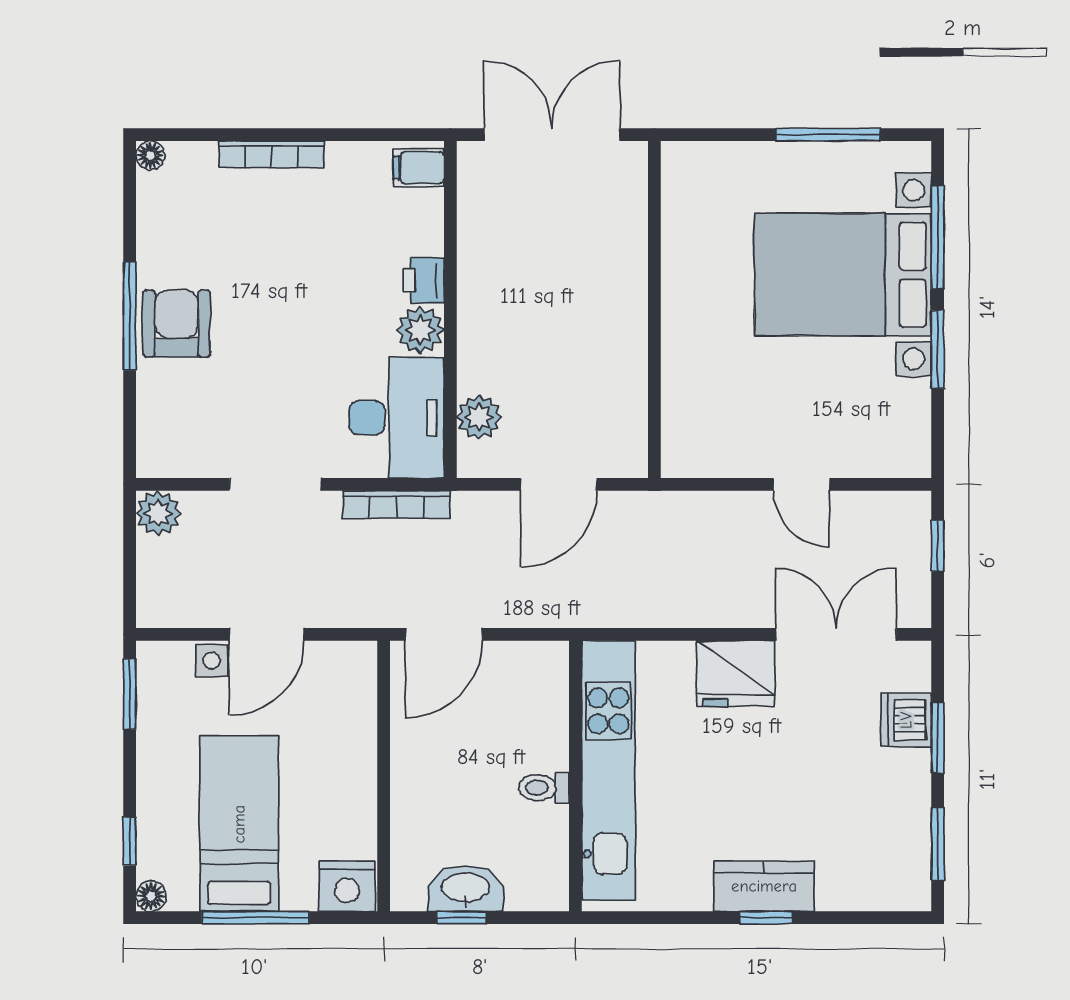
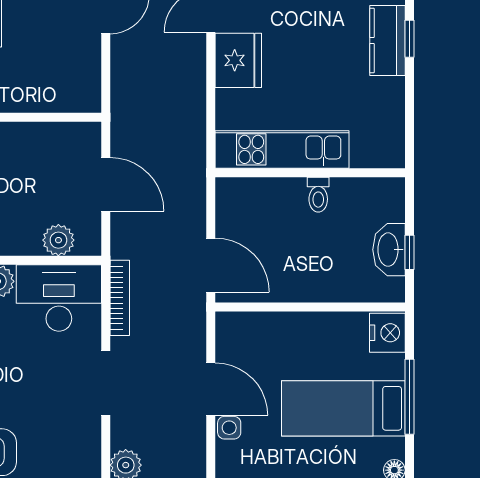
kitchen unit: (608, 771) -> (282, 149), width x0.73

